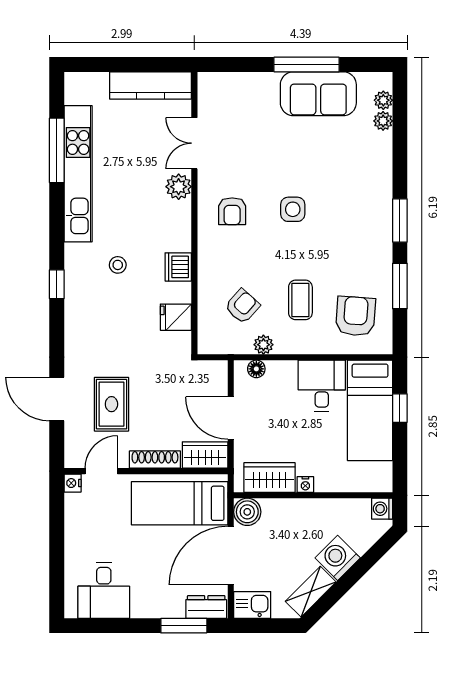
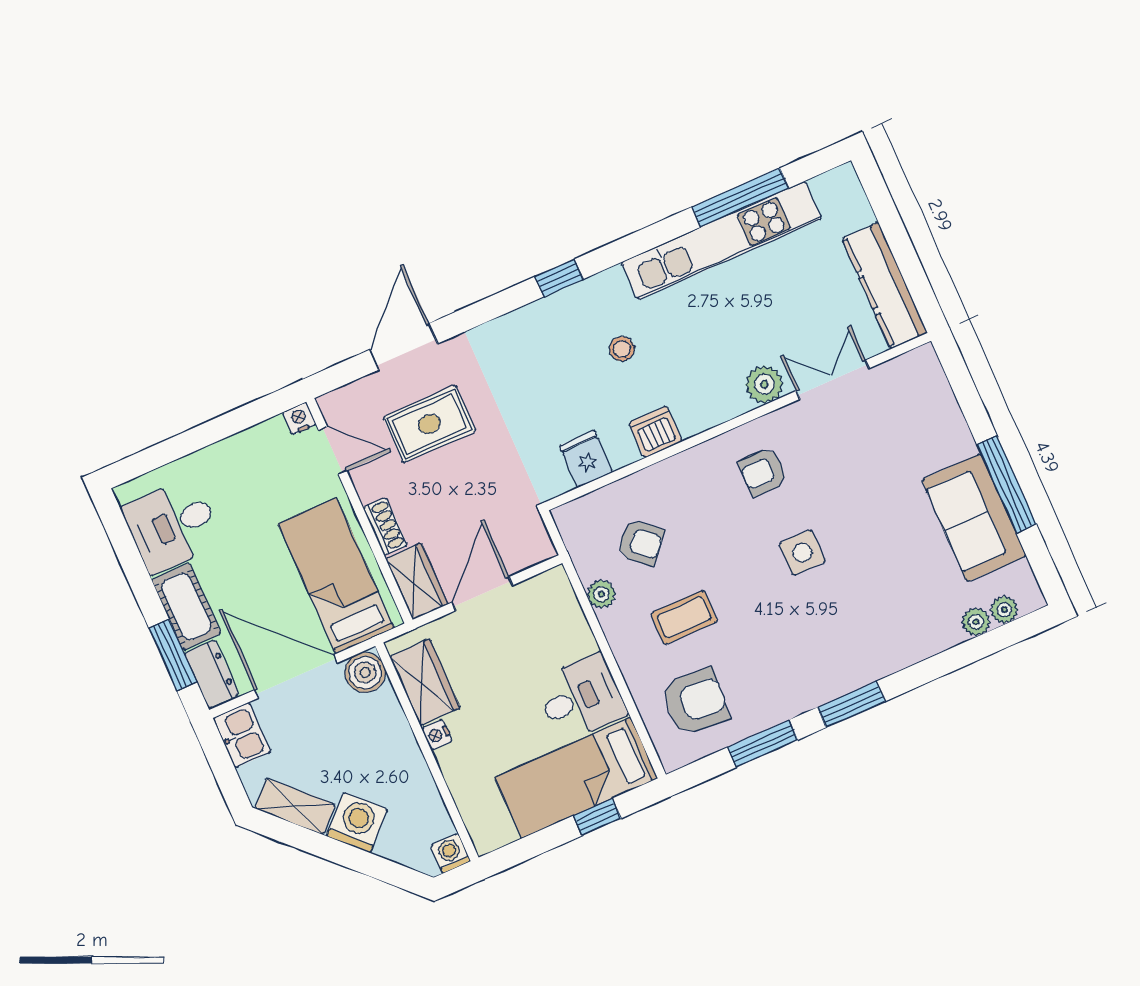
floor lamp: (256, 369) -> (564, 599), removed
shoe rack: (155, 460) -> (385, 526), width x0.70
cot: (158, 604) -> (186, 607), added

